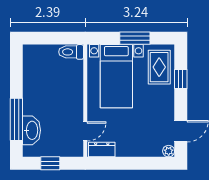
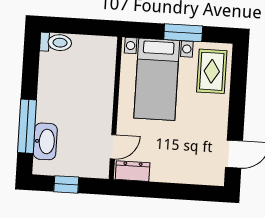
toilet: (71, 52) -> (56, 42), moved, turned 180
window: (181, 79) -> (238, 88), removed
plant: (169, 151) -> (217, 178), removed

